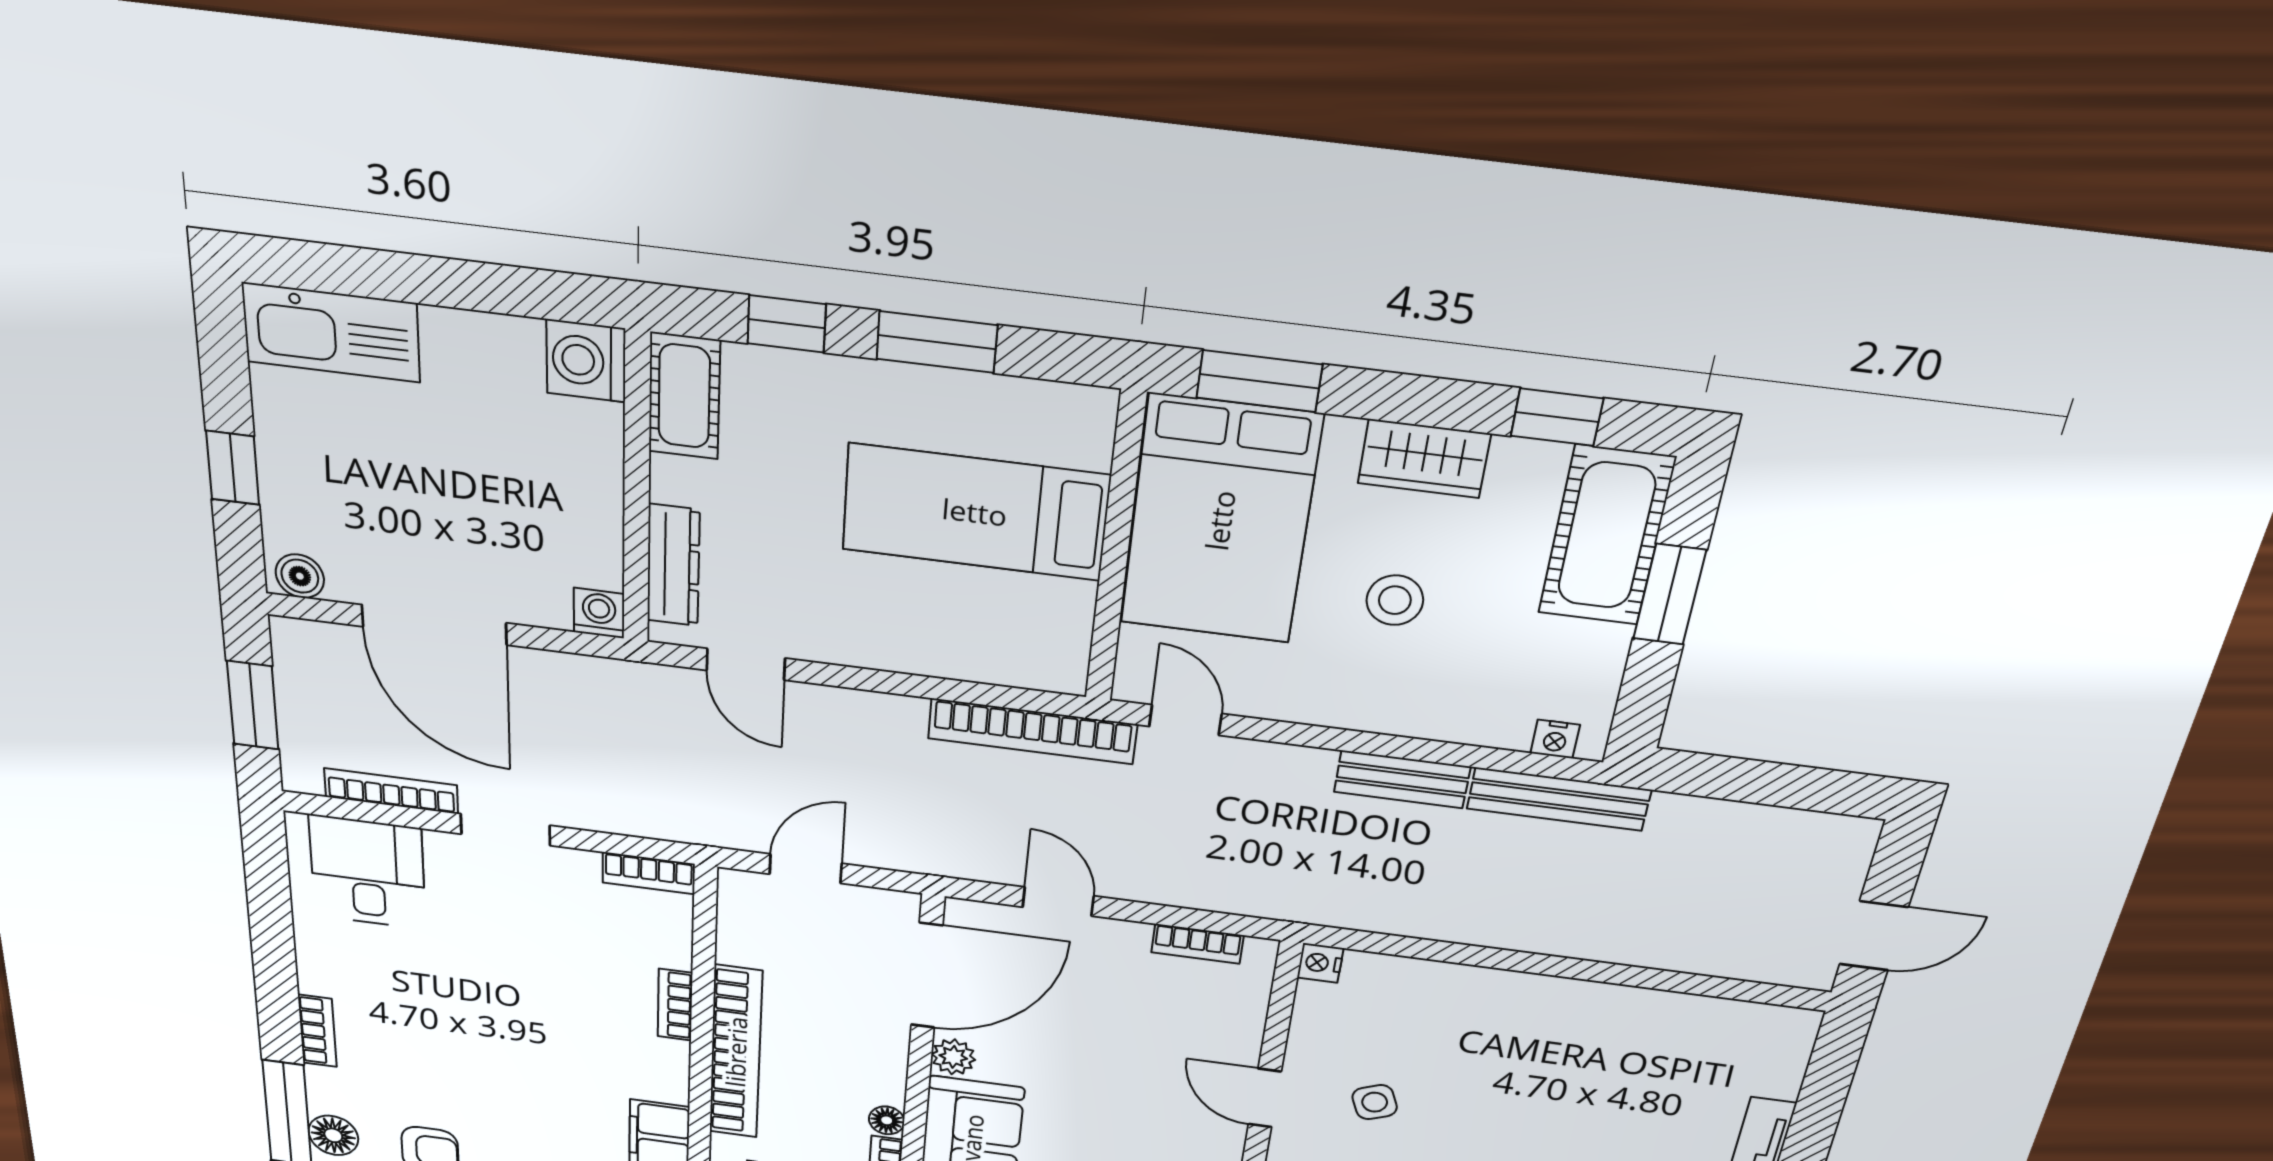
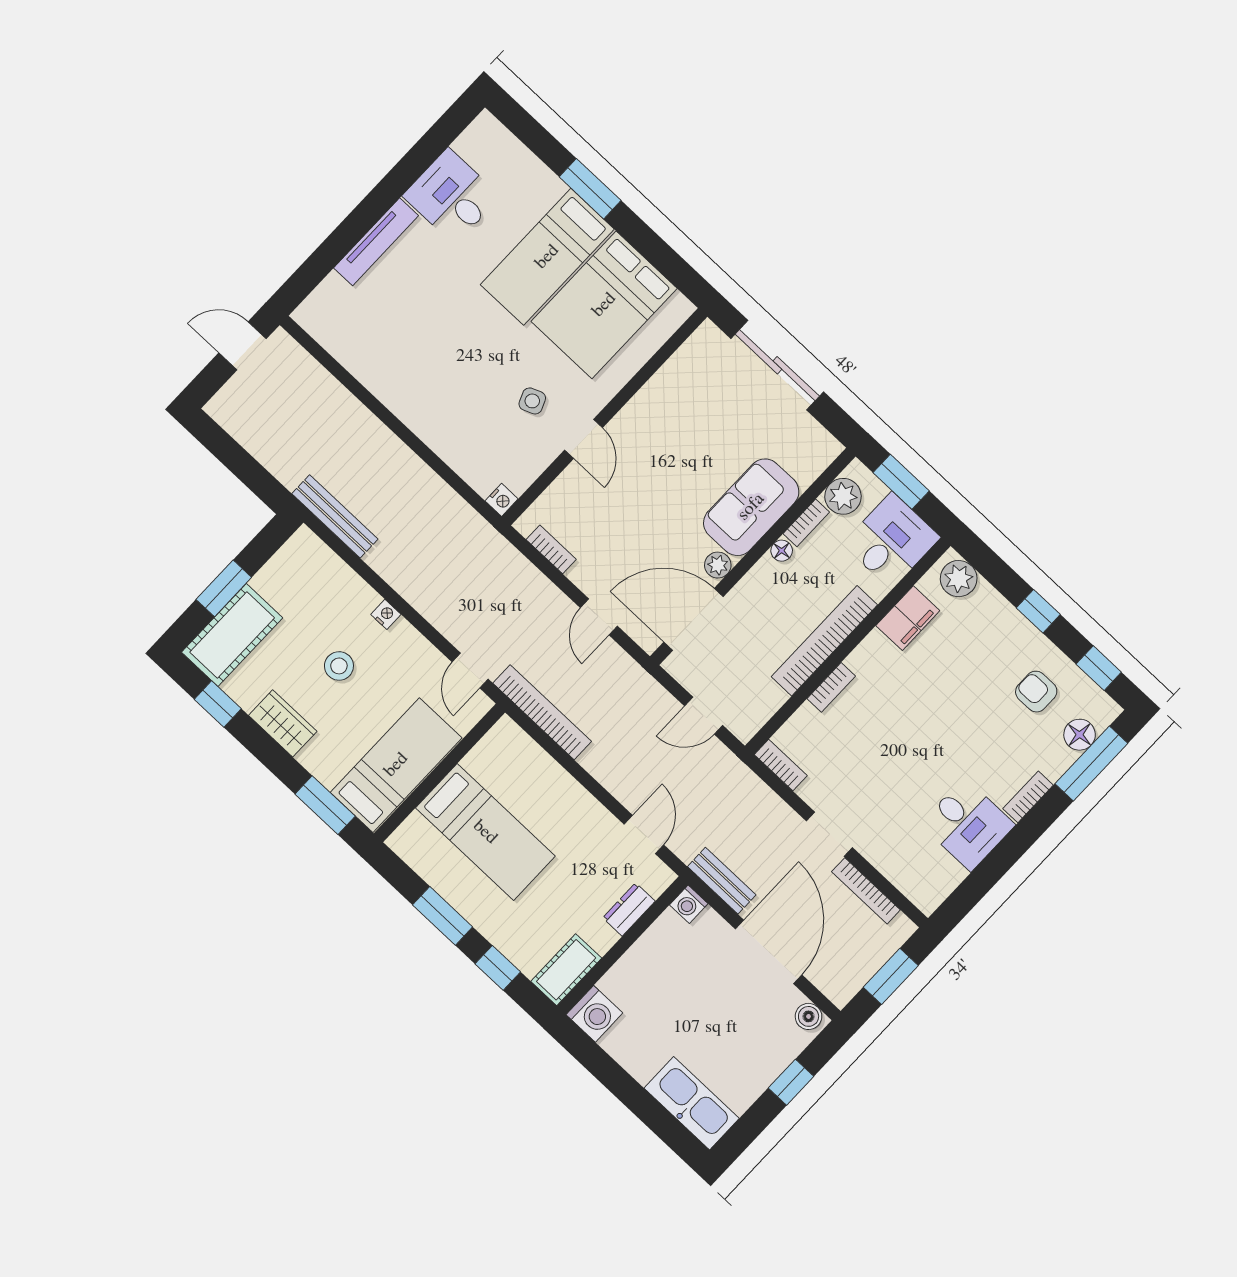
bed: (1220, 520) -> (396, 765), width x0.67
dresser: (673, 565) -> (629, 909), width x0.70
nightstand: (1555, 739) -> (386, 614), moved
bench: (1402, 779) -> (722, 881), moved
desk: (368, 872) -> (968, 824), moved, turned -90

